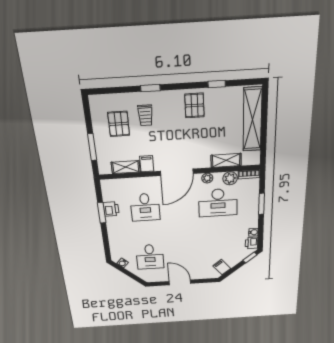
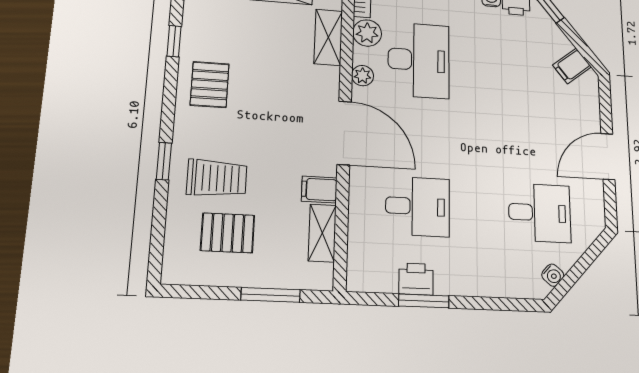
pallet: (194, 105) -> (210, 85), turned 90
trolley: (145, 115) -> (217, 178), width x1.36, depth x1.39

